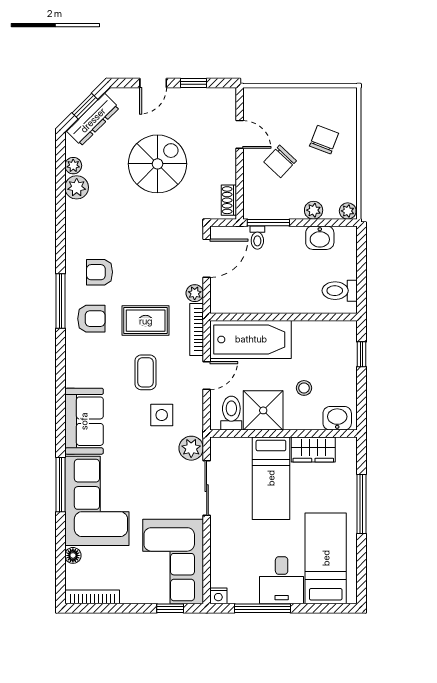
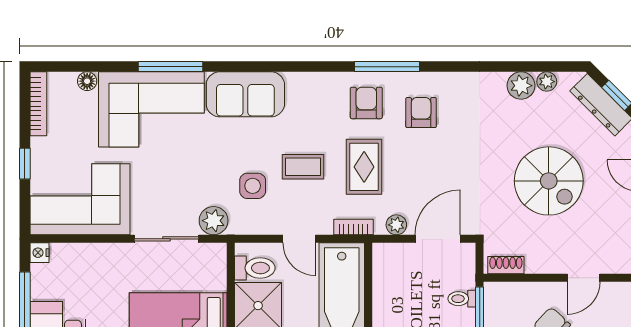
door: (207, 258) -> (438, 239), swing flipped
armchair: (91, 319) -> (366, 103), turned 180
bookcase: (197, 330) -> (353, 227), width x0.64
window: (170, 608) -> (25, 164), moved

